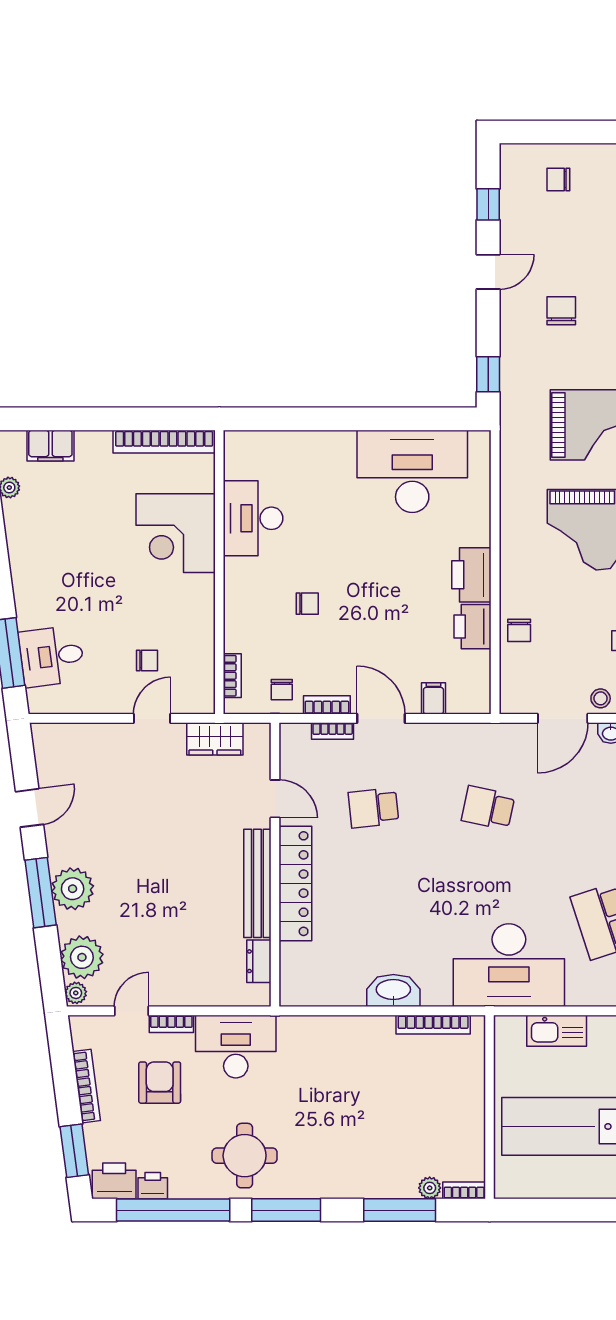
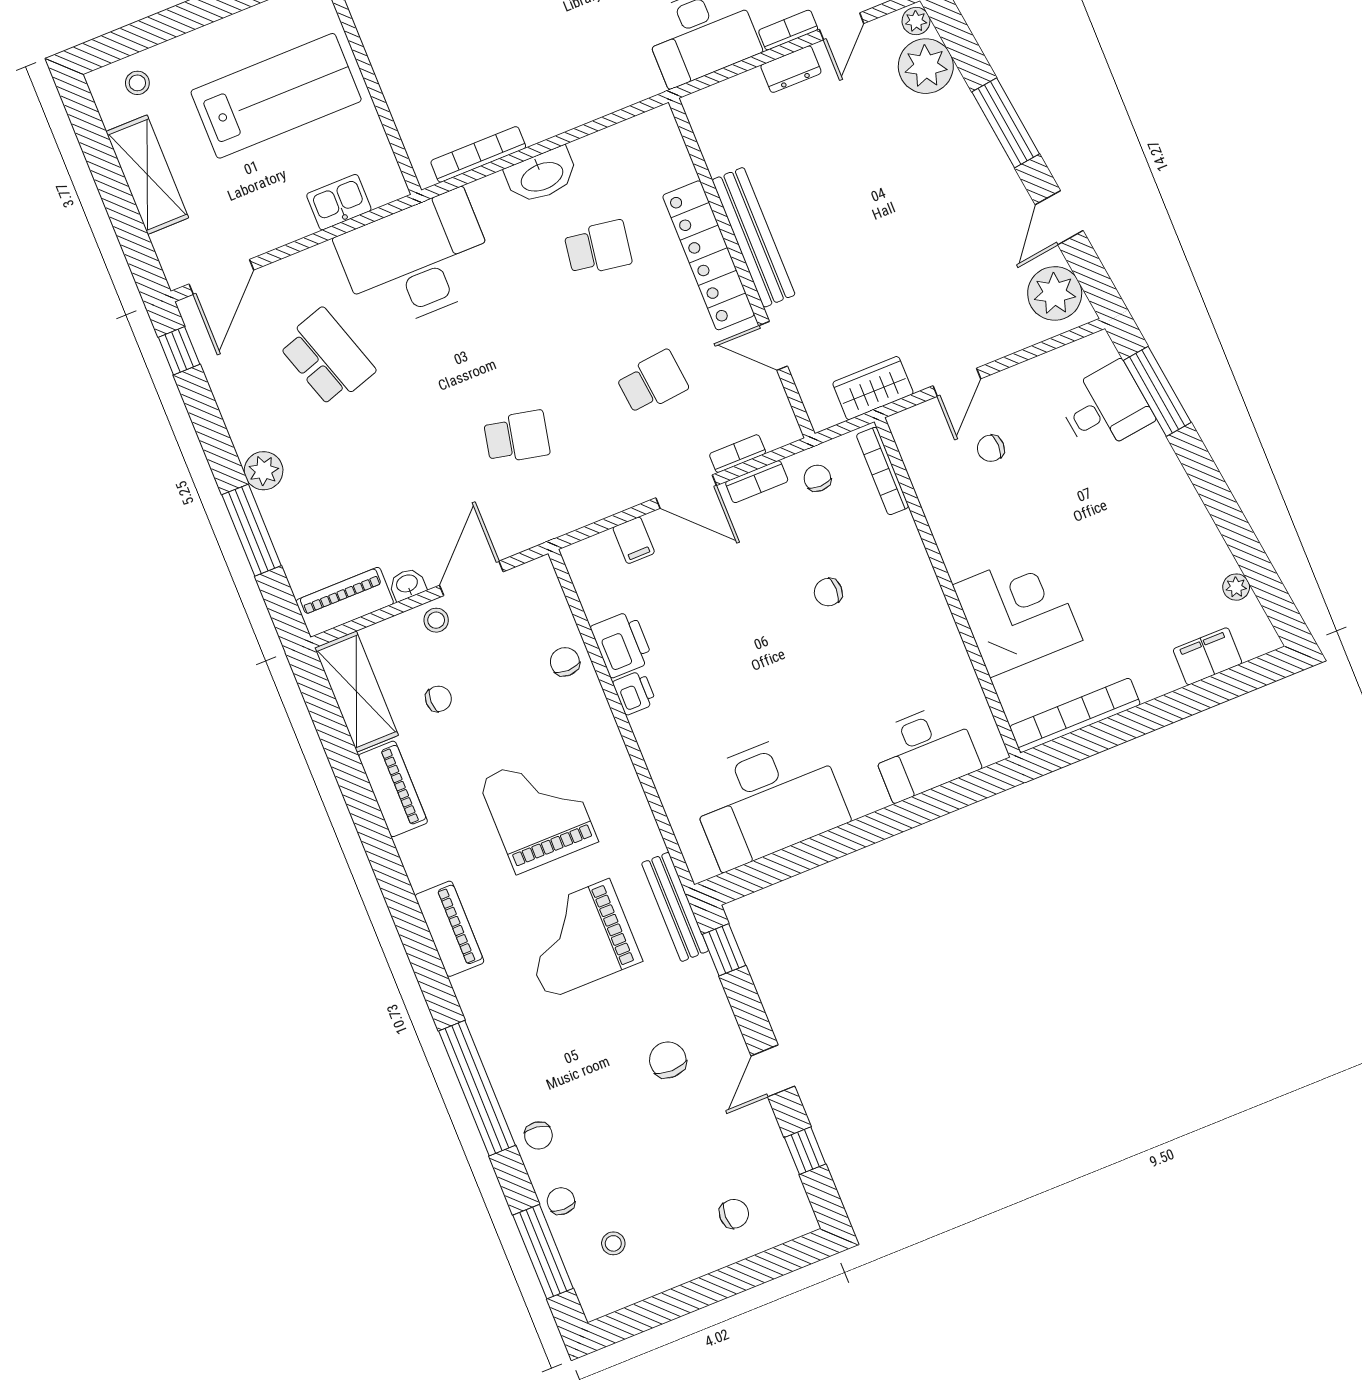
chair: (561, 311) -> (668, 1060), turned 180
bench: (511, 420) -> (675, 907), added
desk: (253, 518) -> (924, 752), moved, turned 90
printer: (471, 575) -> (634, 693), width x0.53, depth x0.68
bookcase: (232, 676) -> (883, 471), width x1.56
plant: (73, 889) -> (1055, 293), moved
school desk: (374, 921) -> (598, 248), added
dresser: (259, 961) -> (791, 69), moved, turned 90
kitchen sink: (557, 1031) -> (339, 202), width x0.73

